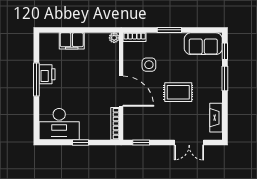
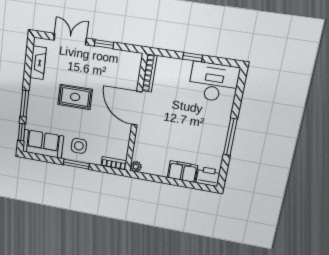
side table: (149, 65) -> (79, 146), moved
printer: (47, 74) -> (208, 176), moved, turned 90
window: (141, 143) -> (104, 44), moved

